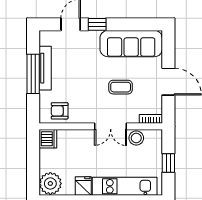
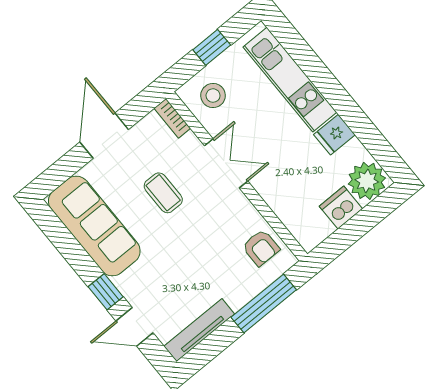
tv unit: (45, 68) -> (199, 330), moved
window: (33, 74) -> (264, 304), moved
stool: (136, 138) -> (213, 96), moved
dishwasher: (48, 139) -> (341, 208), moved

